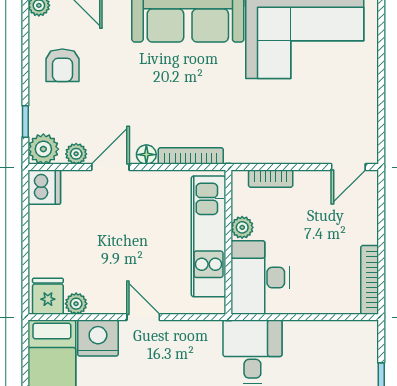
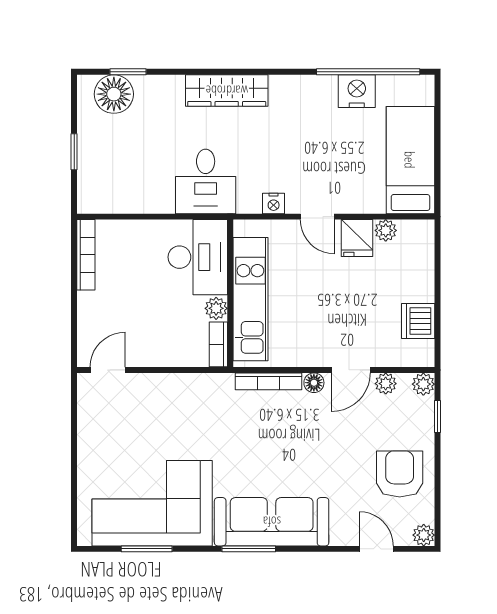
armchair: (62, 65) -> (400, 474), width x1.38, depth x1.38
plant: (43, 149) -> (423, 384), width x0.73, depth x0.73
bookcase: (271, 179) -> (218, 344), moved, turned -90
dishwasher: (44, 187) -> (418, 321), moved
fridge: (48, 296) -> (357, 238), moved
nightstand: (98, 338) -> (274, 203), moved, width x0.53, depth x0.56

